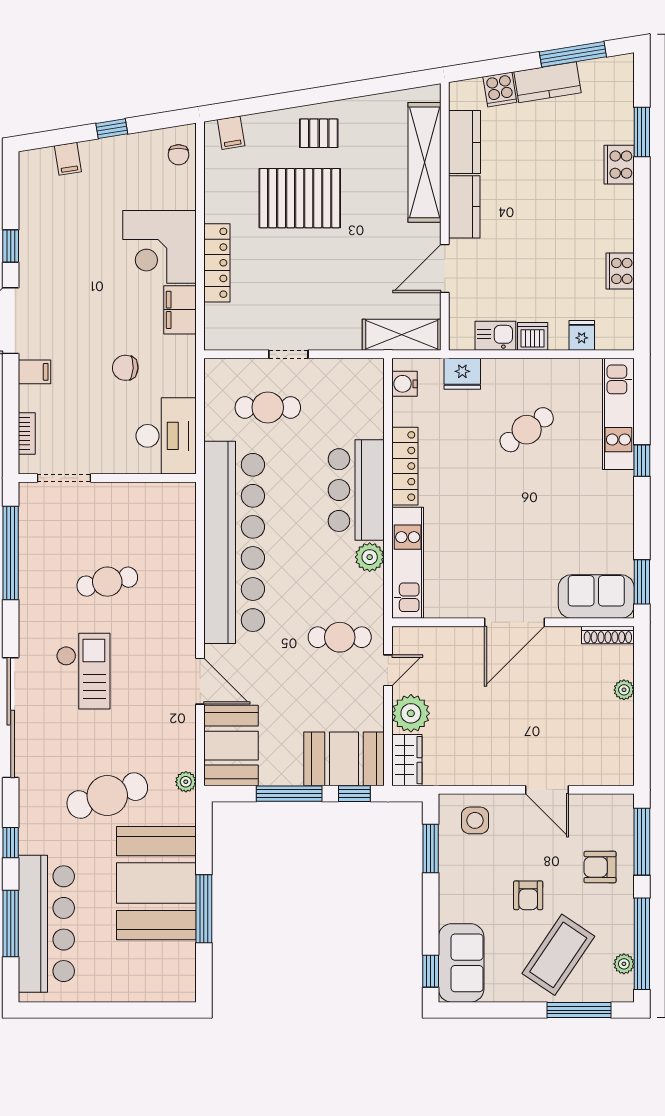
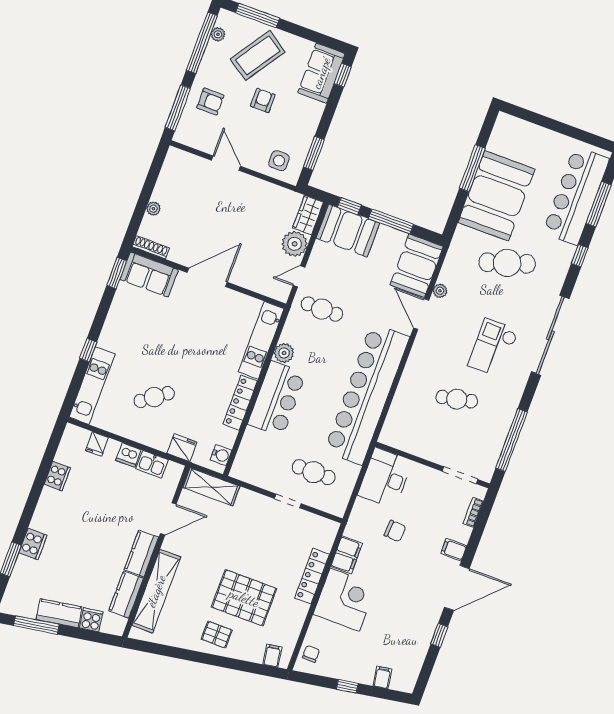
plant: (186, 782) -> (440, 291), moved

